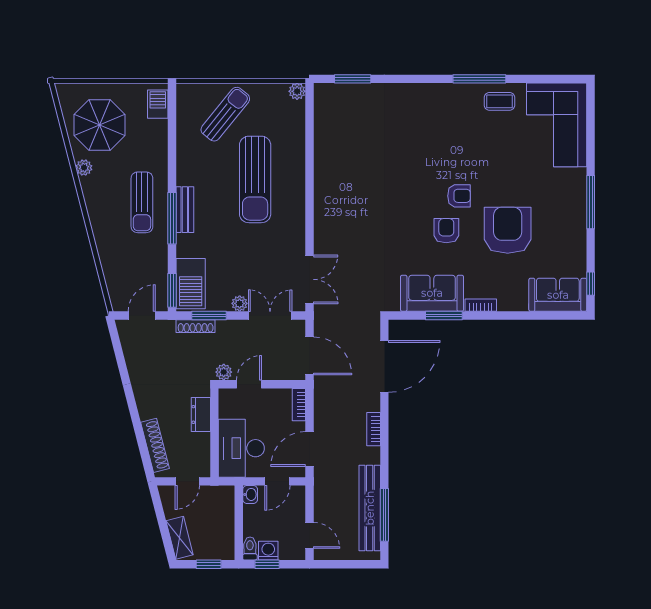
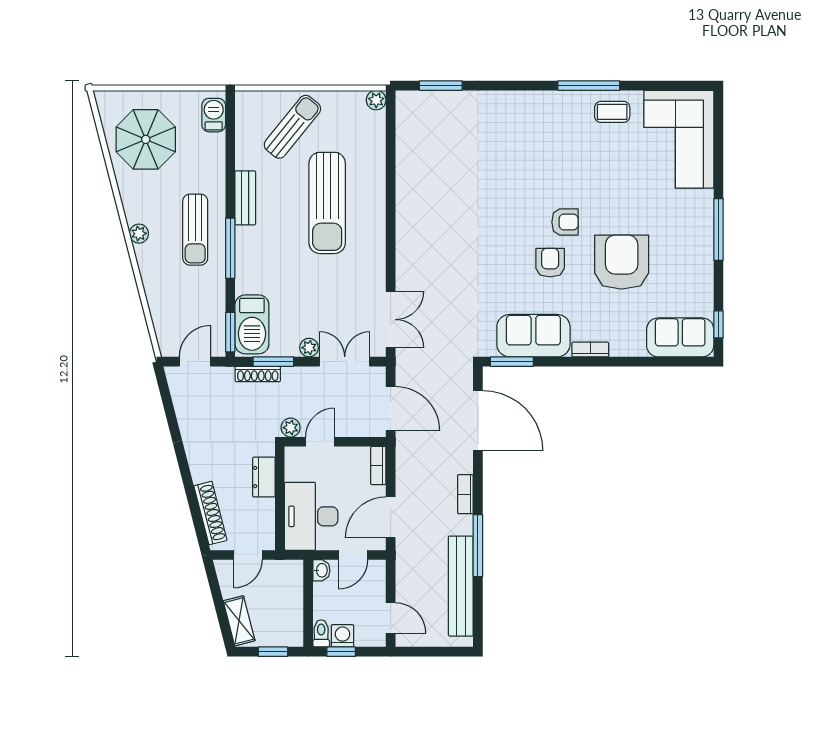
plant: (84, 168) -> (139, 234), moved
bench: (185, 210) -> (245, 198), moved
window: (444, 315) -> (512, 362), moved
door: (384, 366) -> (478, 421), hinge flipped
window: (384, 515) -> (478, 546), moved

